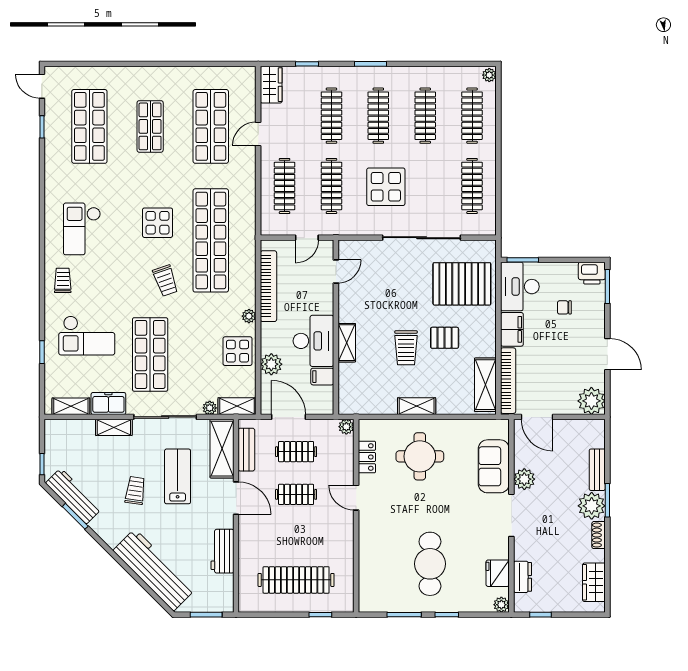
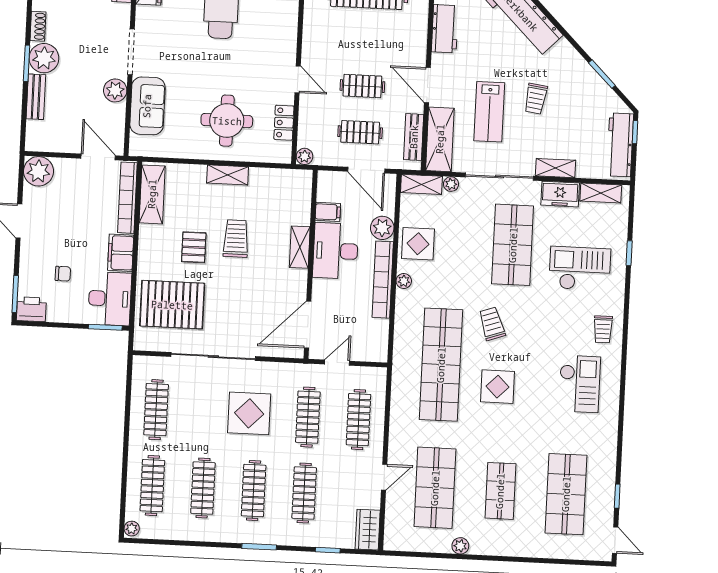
plant: (185, 74) -> (460, 546), added
door: (336, 271) -> (308, 325), width x1.87
bookcase: (268, 286) -> (383, 280), moved
pallet: (445, 338) -> (194, 247), turned 90
workbench: (74, 496) -> (620, 145), moved, turned 45

